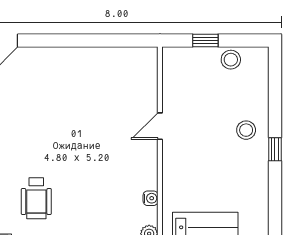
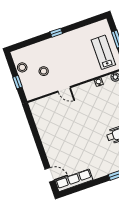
stool: (246, 130) -> (44, 71), moved

